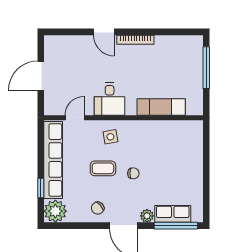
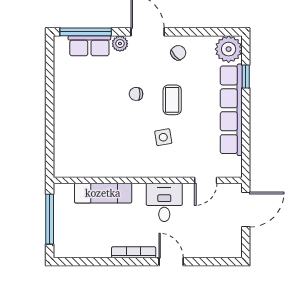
desk: (110, 99) -> (164, 202), moved
exam couch: (161, 107) -> (103, 193), moved
door: (75, 118) -> (206, 180), moved
wall: (124, 118) -> (148, 180), moved
coffee table: (103, 168) -> (172, 100), turned 90

